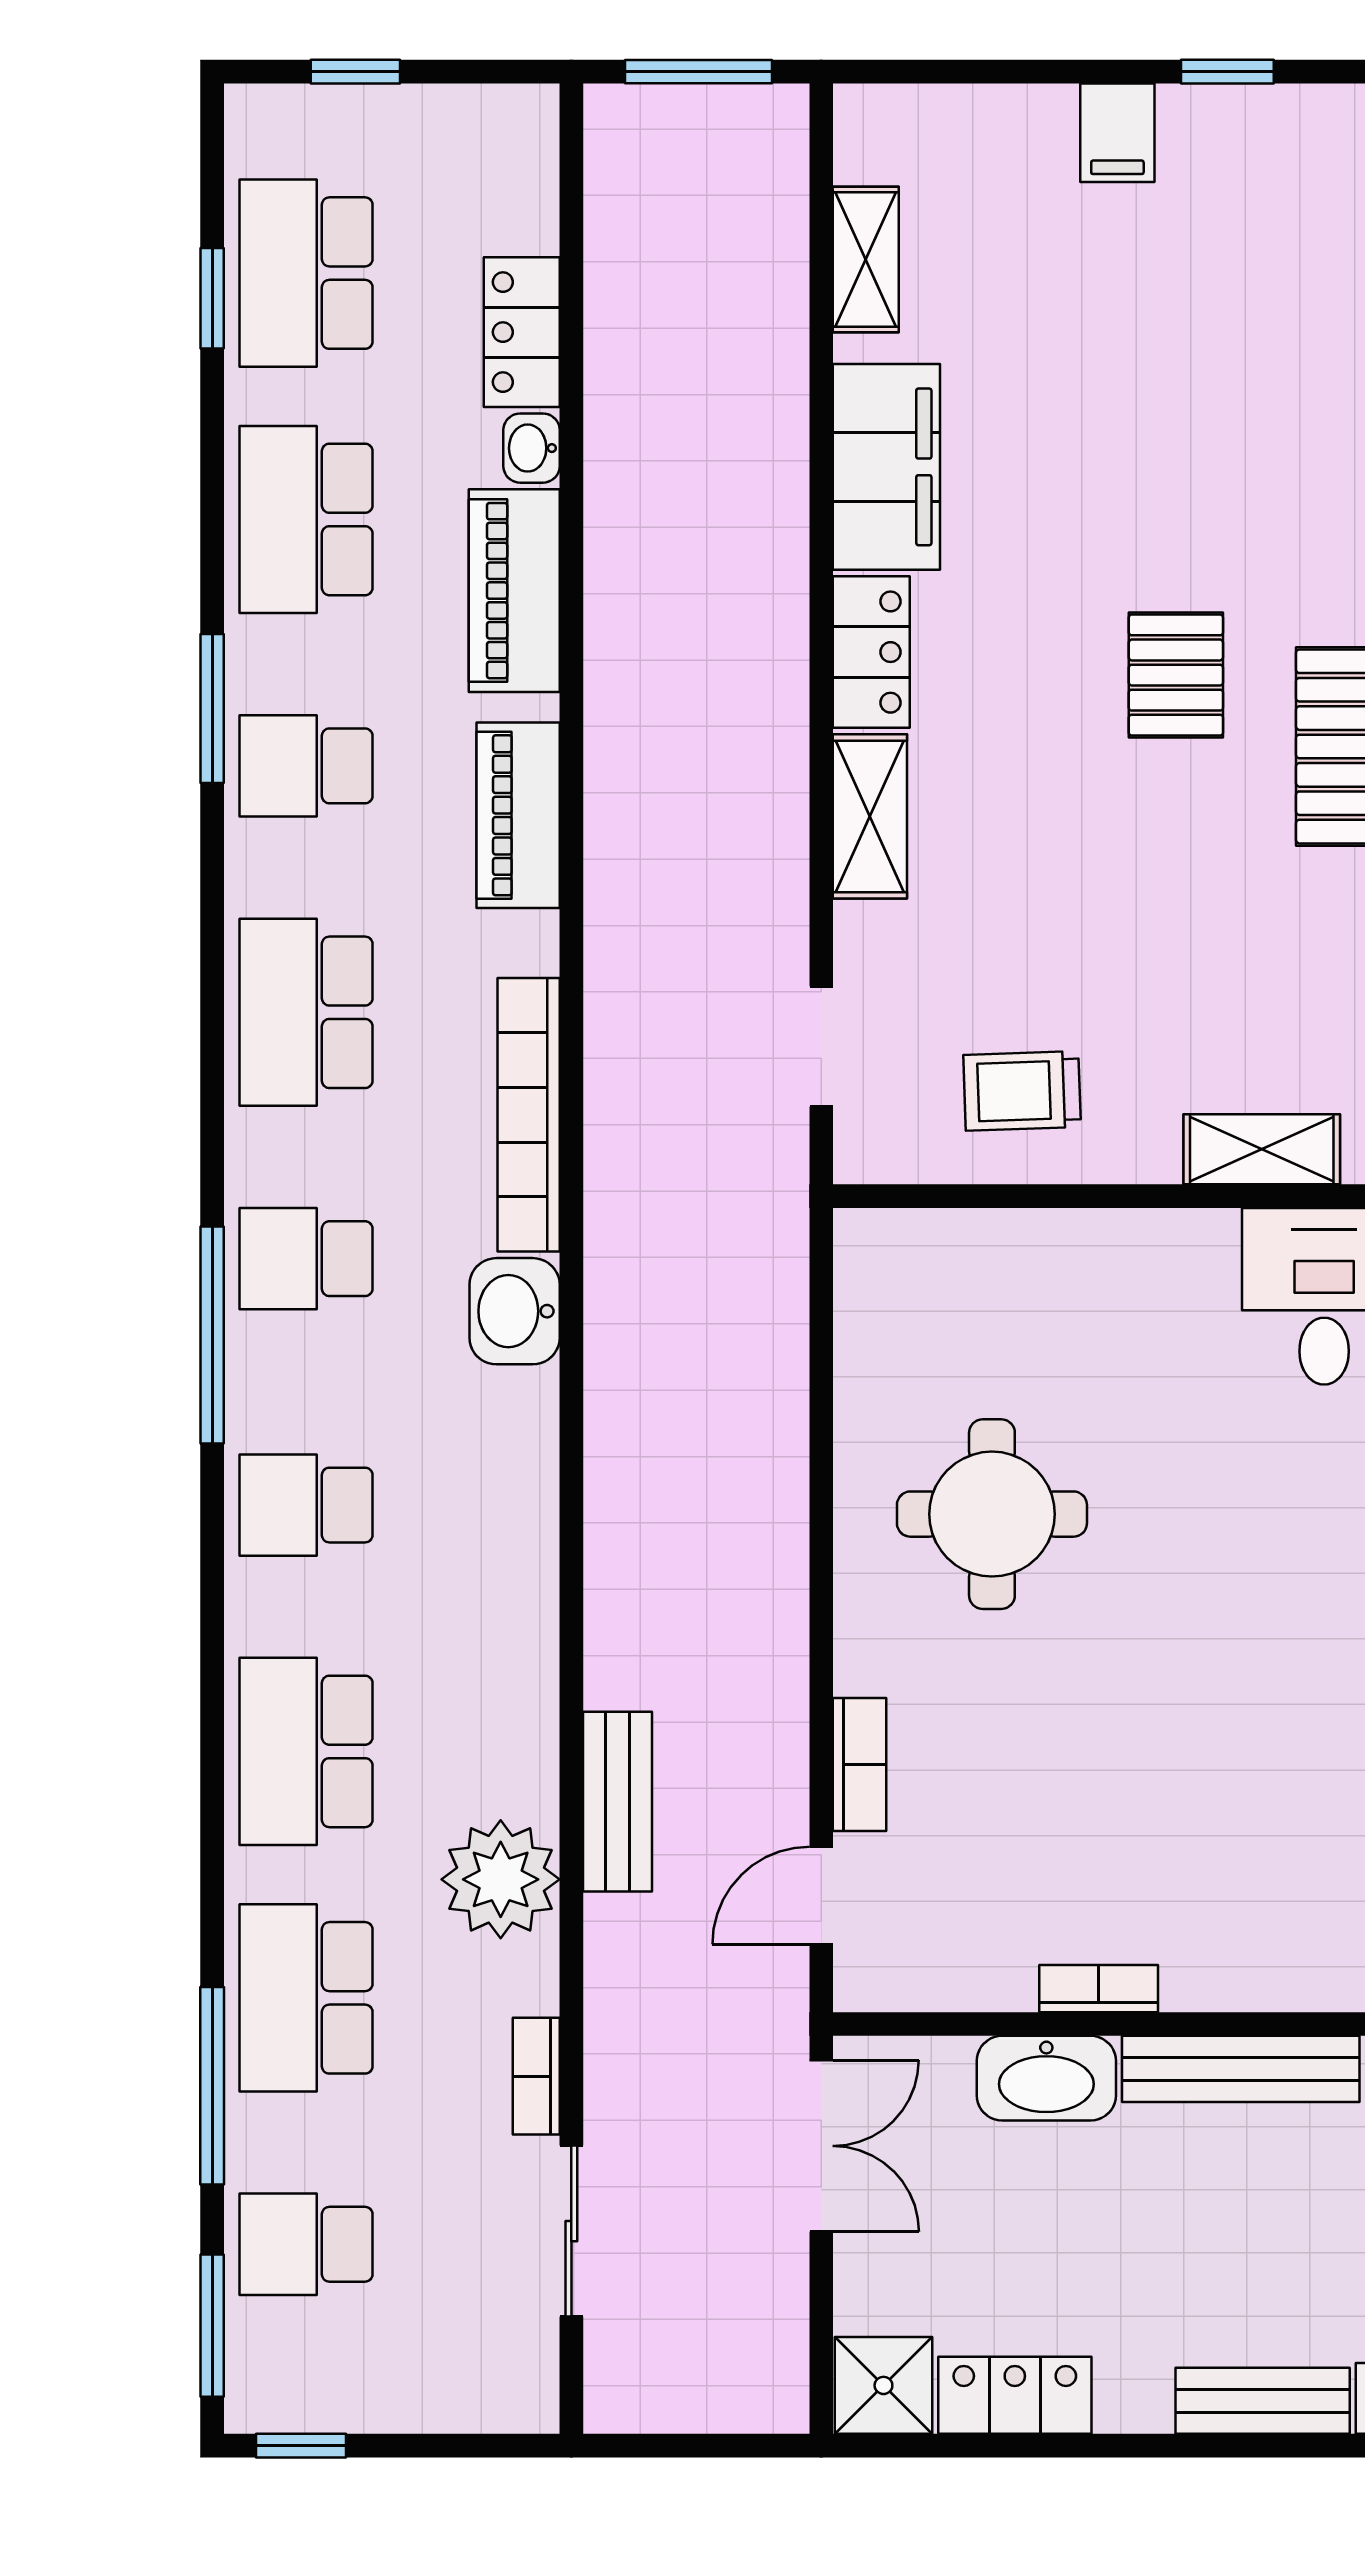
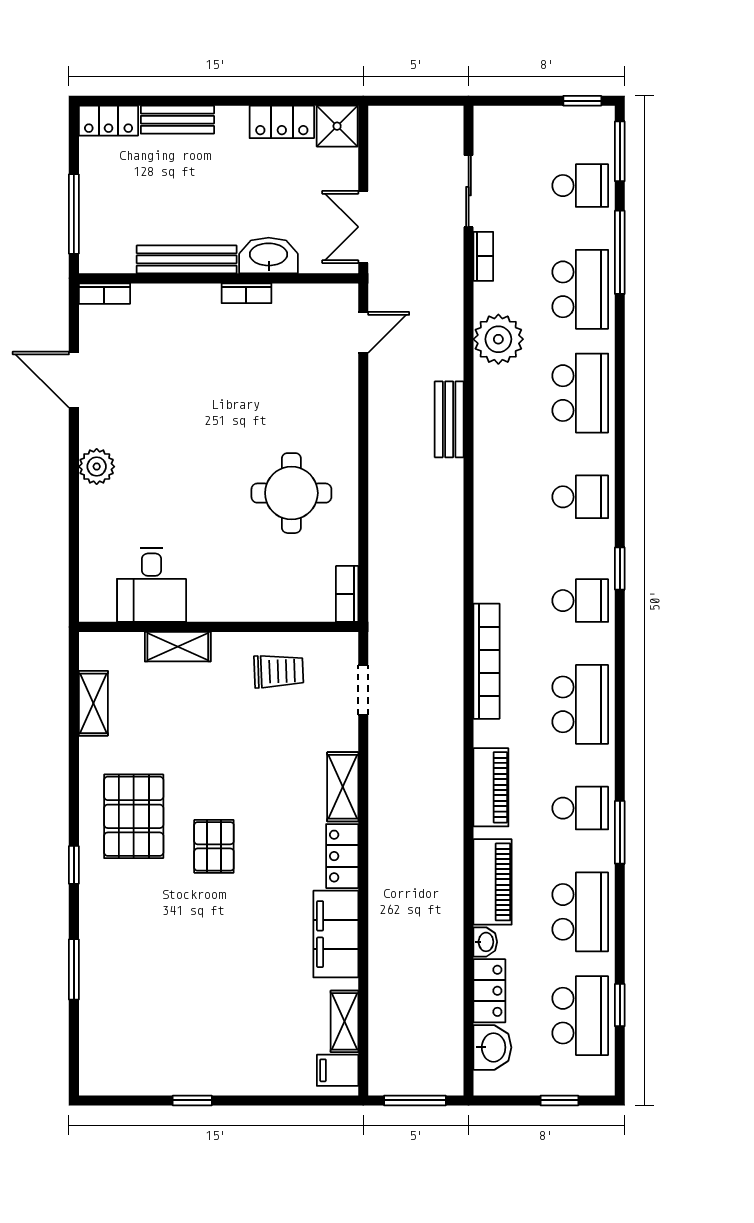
filing cabinet: (1117, 133) -> (338, 1070), moved, turned -90
washbasin: (515, 1311) -> (492, 1047), moved
window: (212, 1335) -> (620, 568), width x0.46
bookcase: (860, 1765) -> (347, 594), moved
bench: (617, 1802) -> (449, 419), moved

